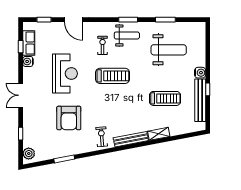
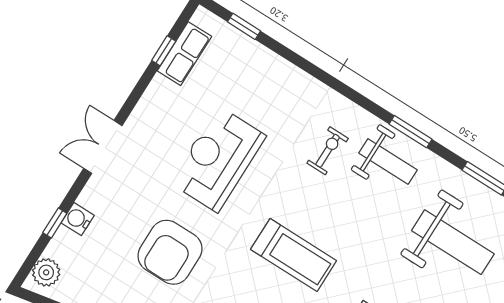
door: (74, 20) -> (303, 63), removed
water cooler: (28, 61) -> (78, 219), moved
reception desk: (65, 73) -> (218, 159), turned 180
treadmill: (113, 76) -> (294, 255), moved

